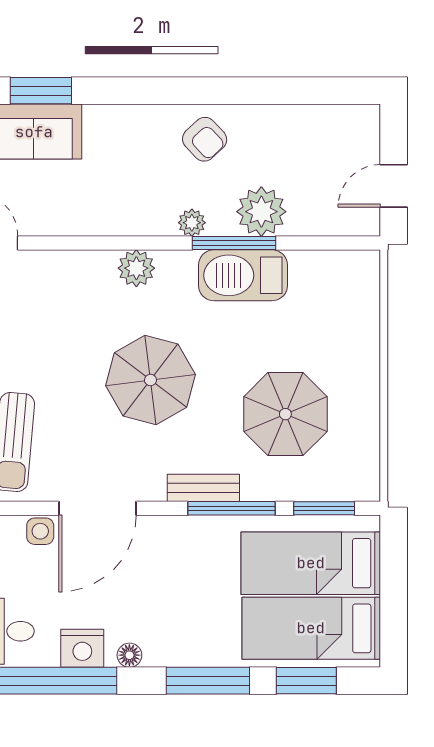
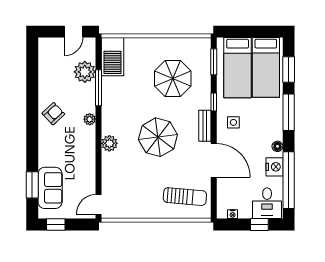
door: (394, 186) -> (74, 32), hinge flipped
plant: (261, 212) -> (85, 72), moved
window: (234, 243) -> (98, 88), moved
barbecue: (243, 275) -> (112, 57), moved
bench: (203, 488) -> (205, 126), moved
window: (232, 508) -> (214, 102), width x0.46
side table: (40, 531) -> (233, 122), moved

